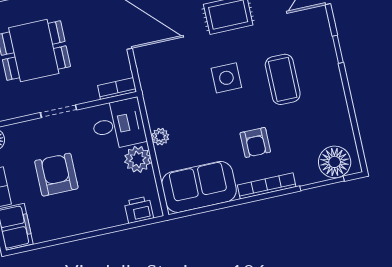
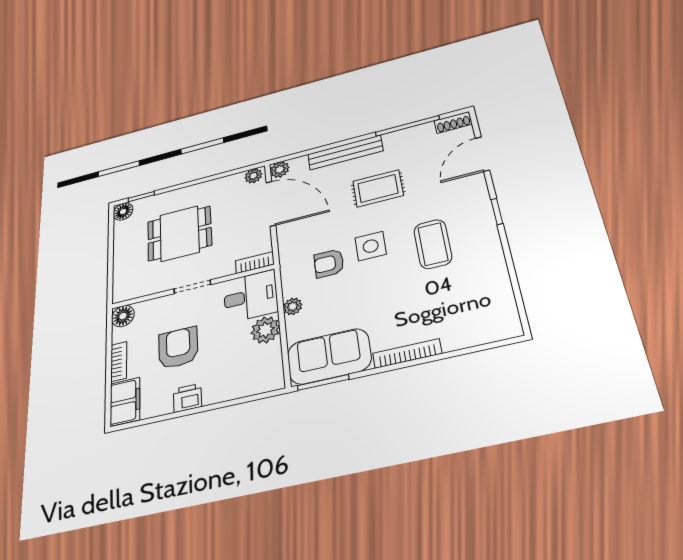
armchair: (255, 142) -> (329, 263), moved, turned 90
floor lamp: (335, 162) -> (490, 325), removed
window: (322, 184) -> (323, 382), moved
printer: (139, 210) -> (187, 398), moved

